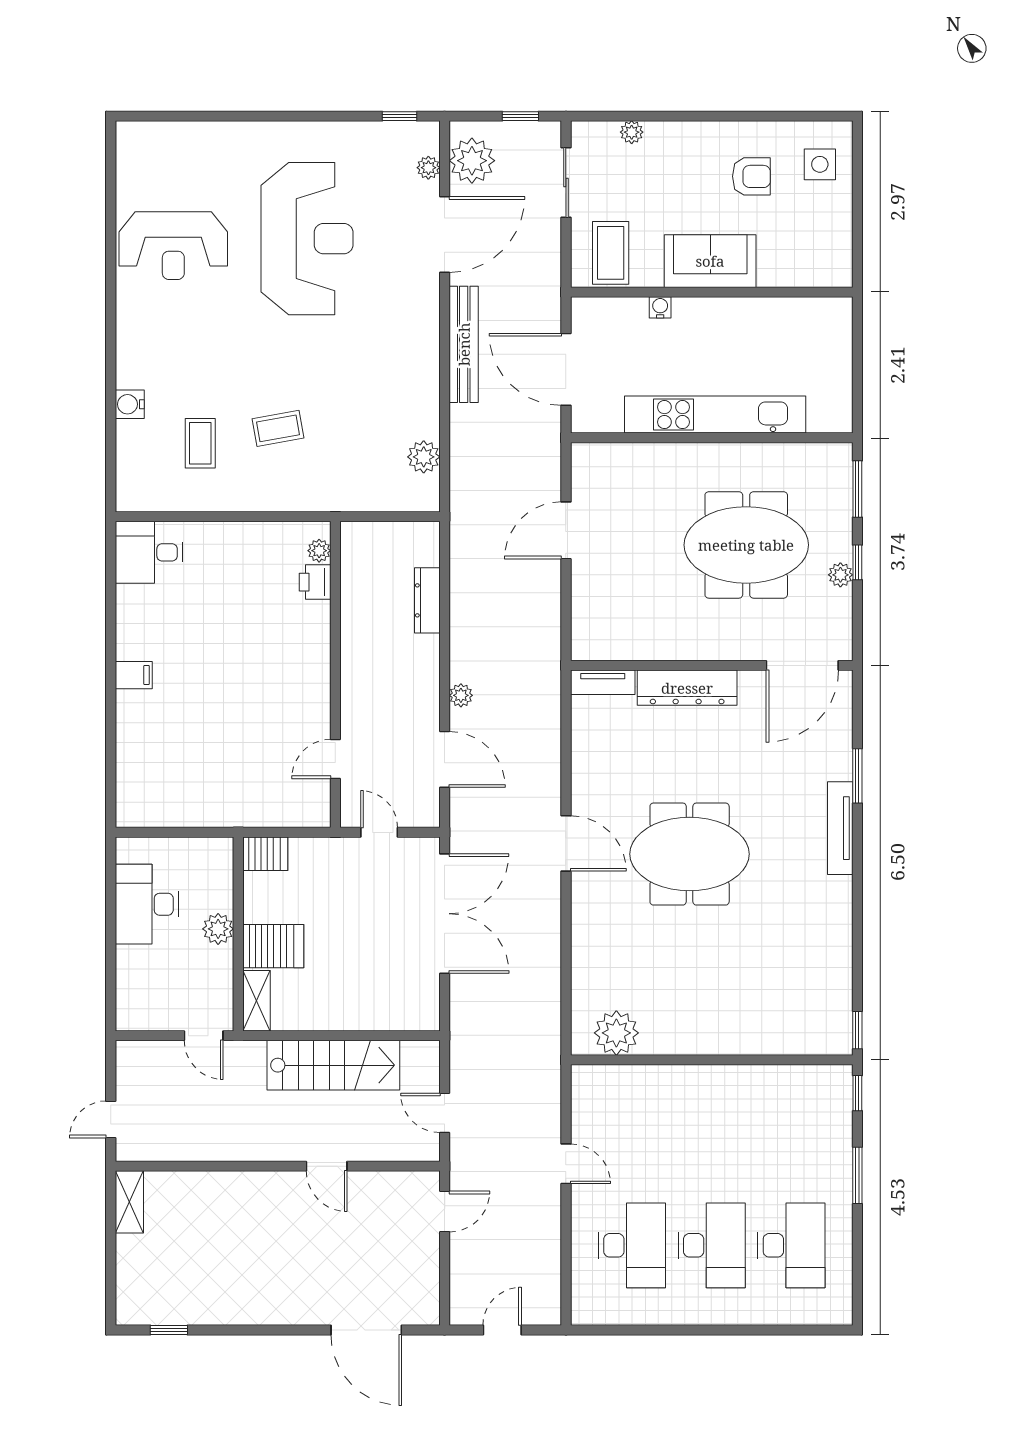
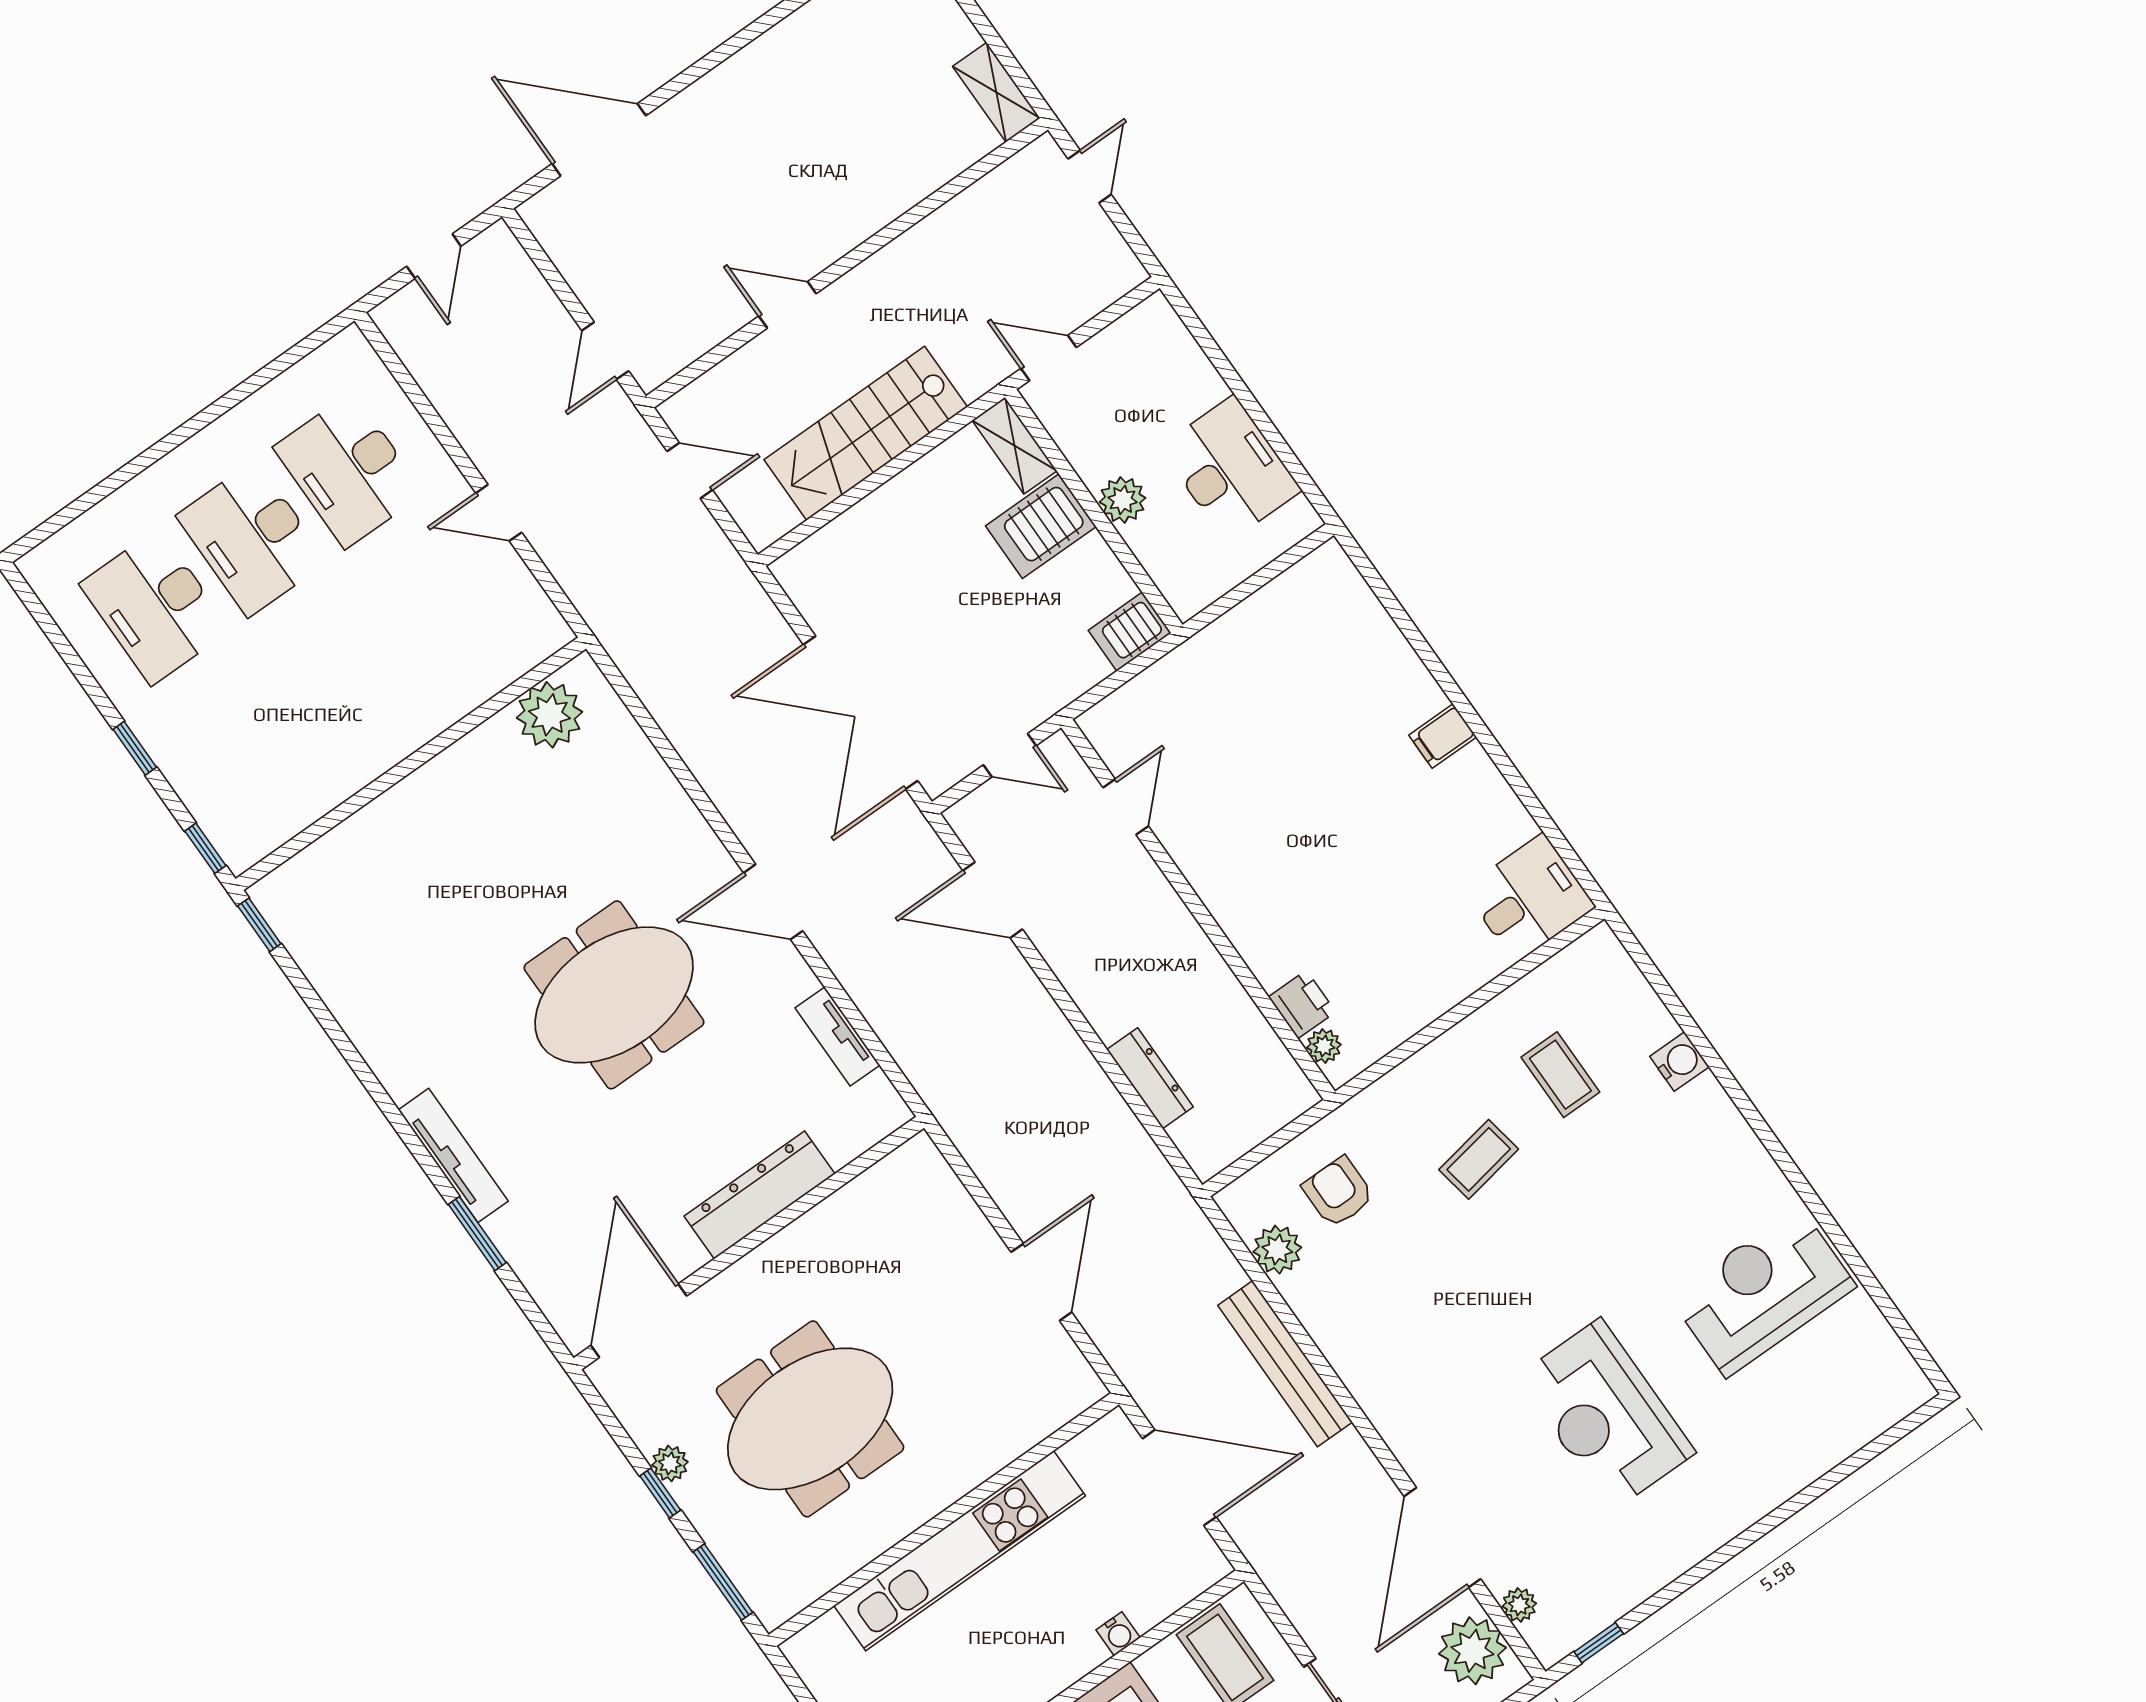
reception desk: (307, 239) -> (1606, 1415), width x0.74, depth x0.77
bench: (464, 344) -> (1285, 1364), moved
armchair: (368, 465) -> (1338, 1192), added
tv unit: (603, 682) -> (837, 1036), moved, turned -90
plant: (461, 695) -> (1028, 992), removed
window: (857, 1175) -> (135, 748), width x0.67

